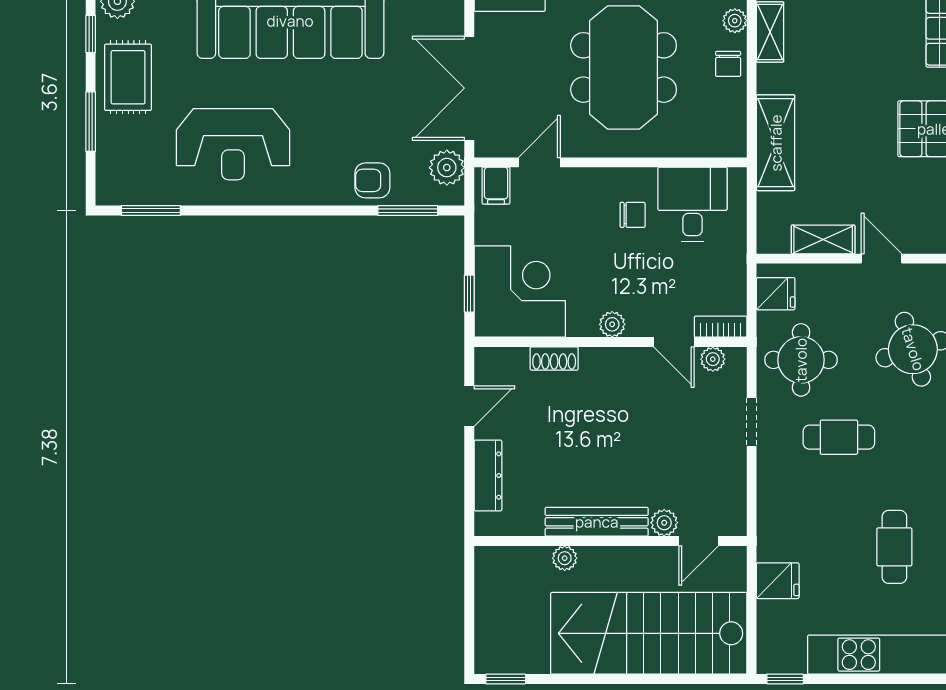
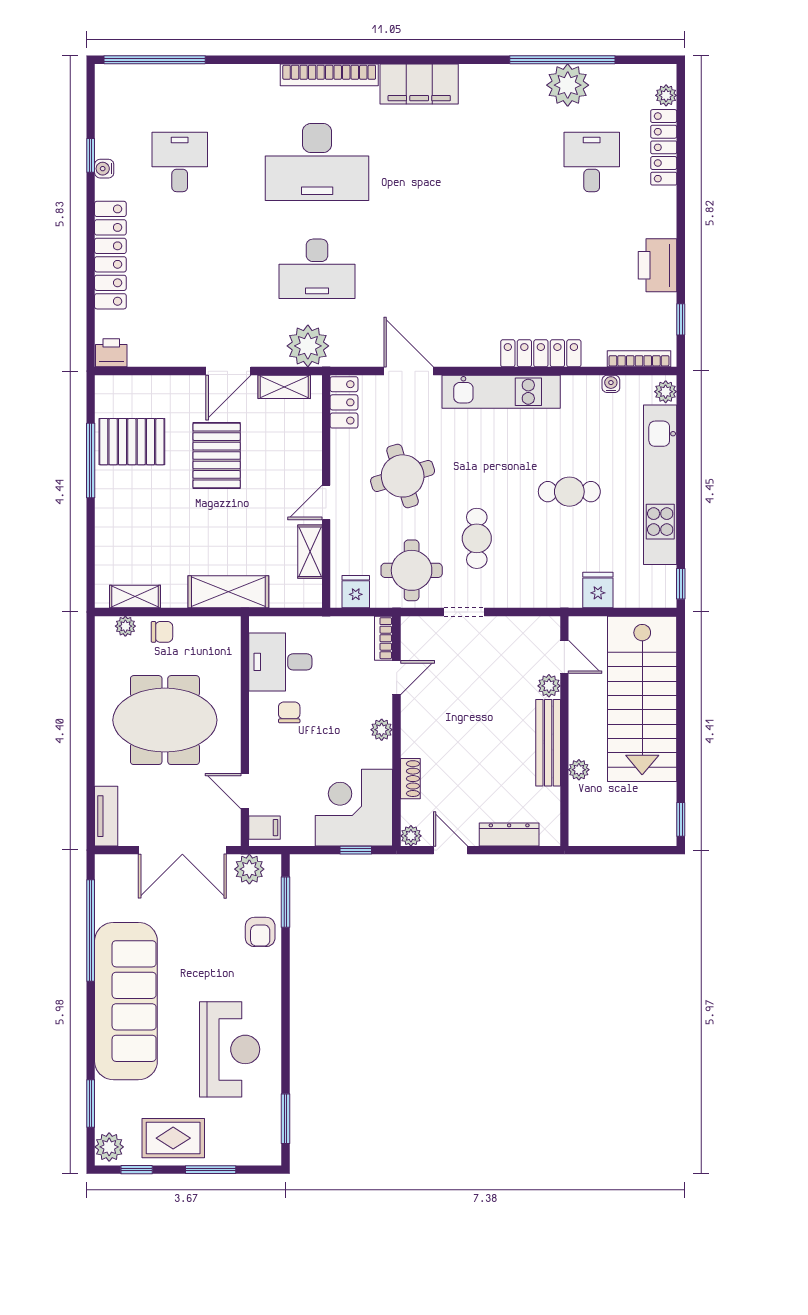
plant: (713, 359) -> (411, 836), moved

